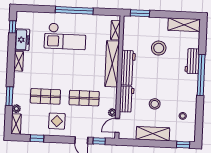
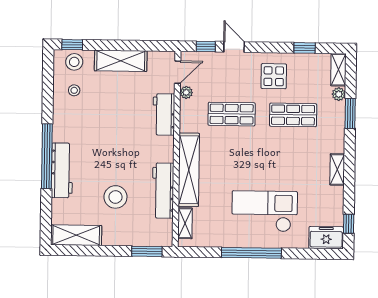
freezer: (22, 40) -> (326, 238), moved, turned 90
workbench: (192, 61) -> (62, 170), width x1.37
workbench: (128, 68) -> (163, 191), moved
stool: (155, 104) -> (74, 62), moved

